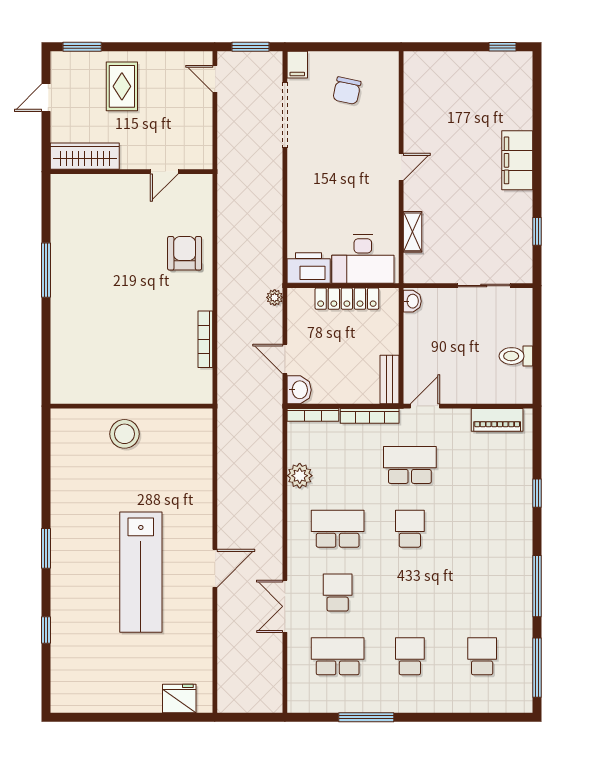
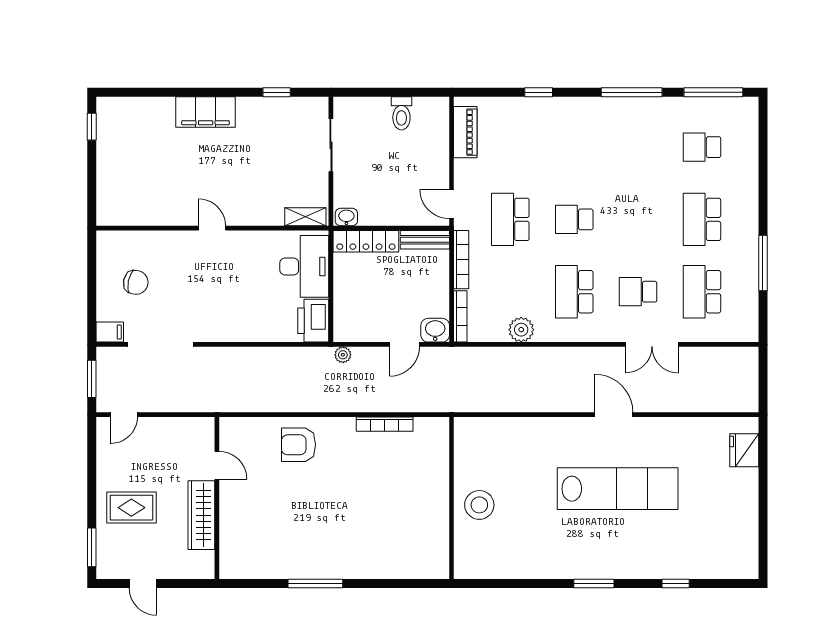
wardrobe: (85, 156) -> (201, 515), moved
shelving: (412, 232) -> (305, 217), moved
locker: (347, 299) -> (366, 241), moved, turned 90
school desk: (410, 656) -> (702, 219), width x1.85

